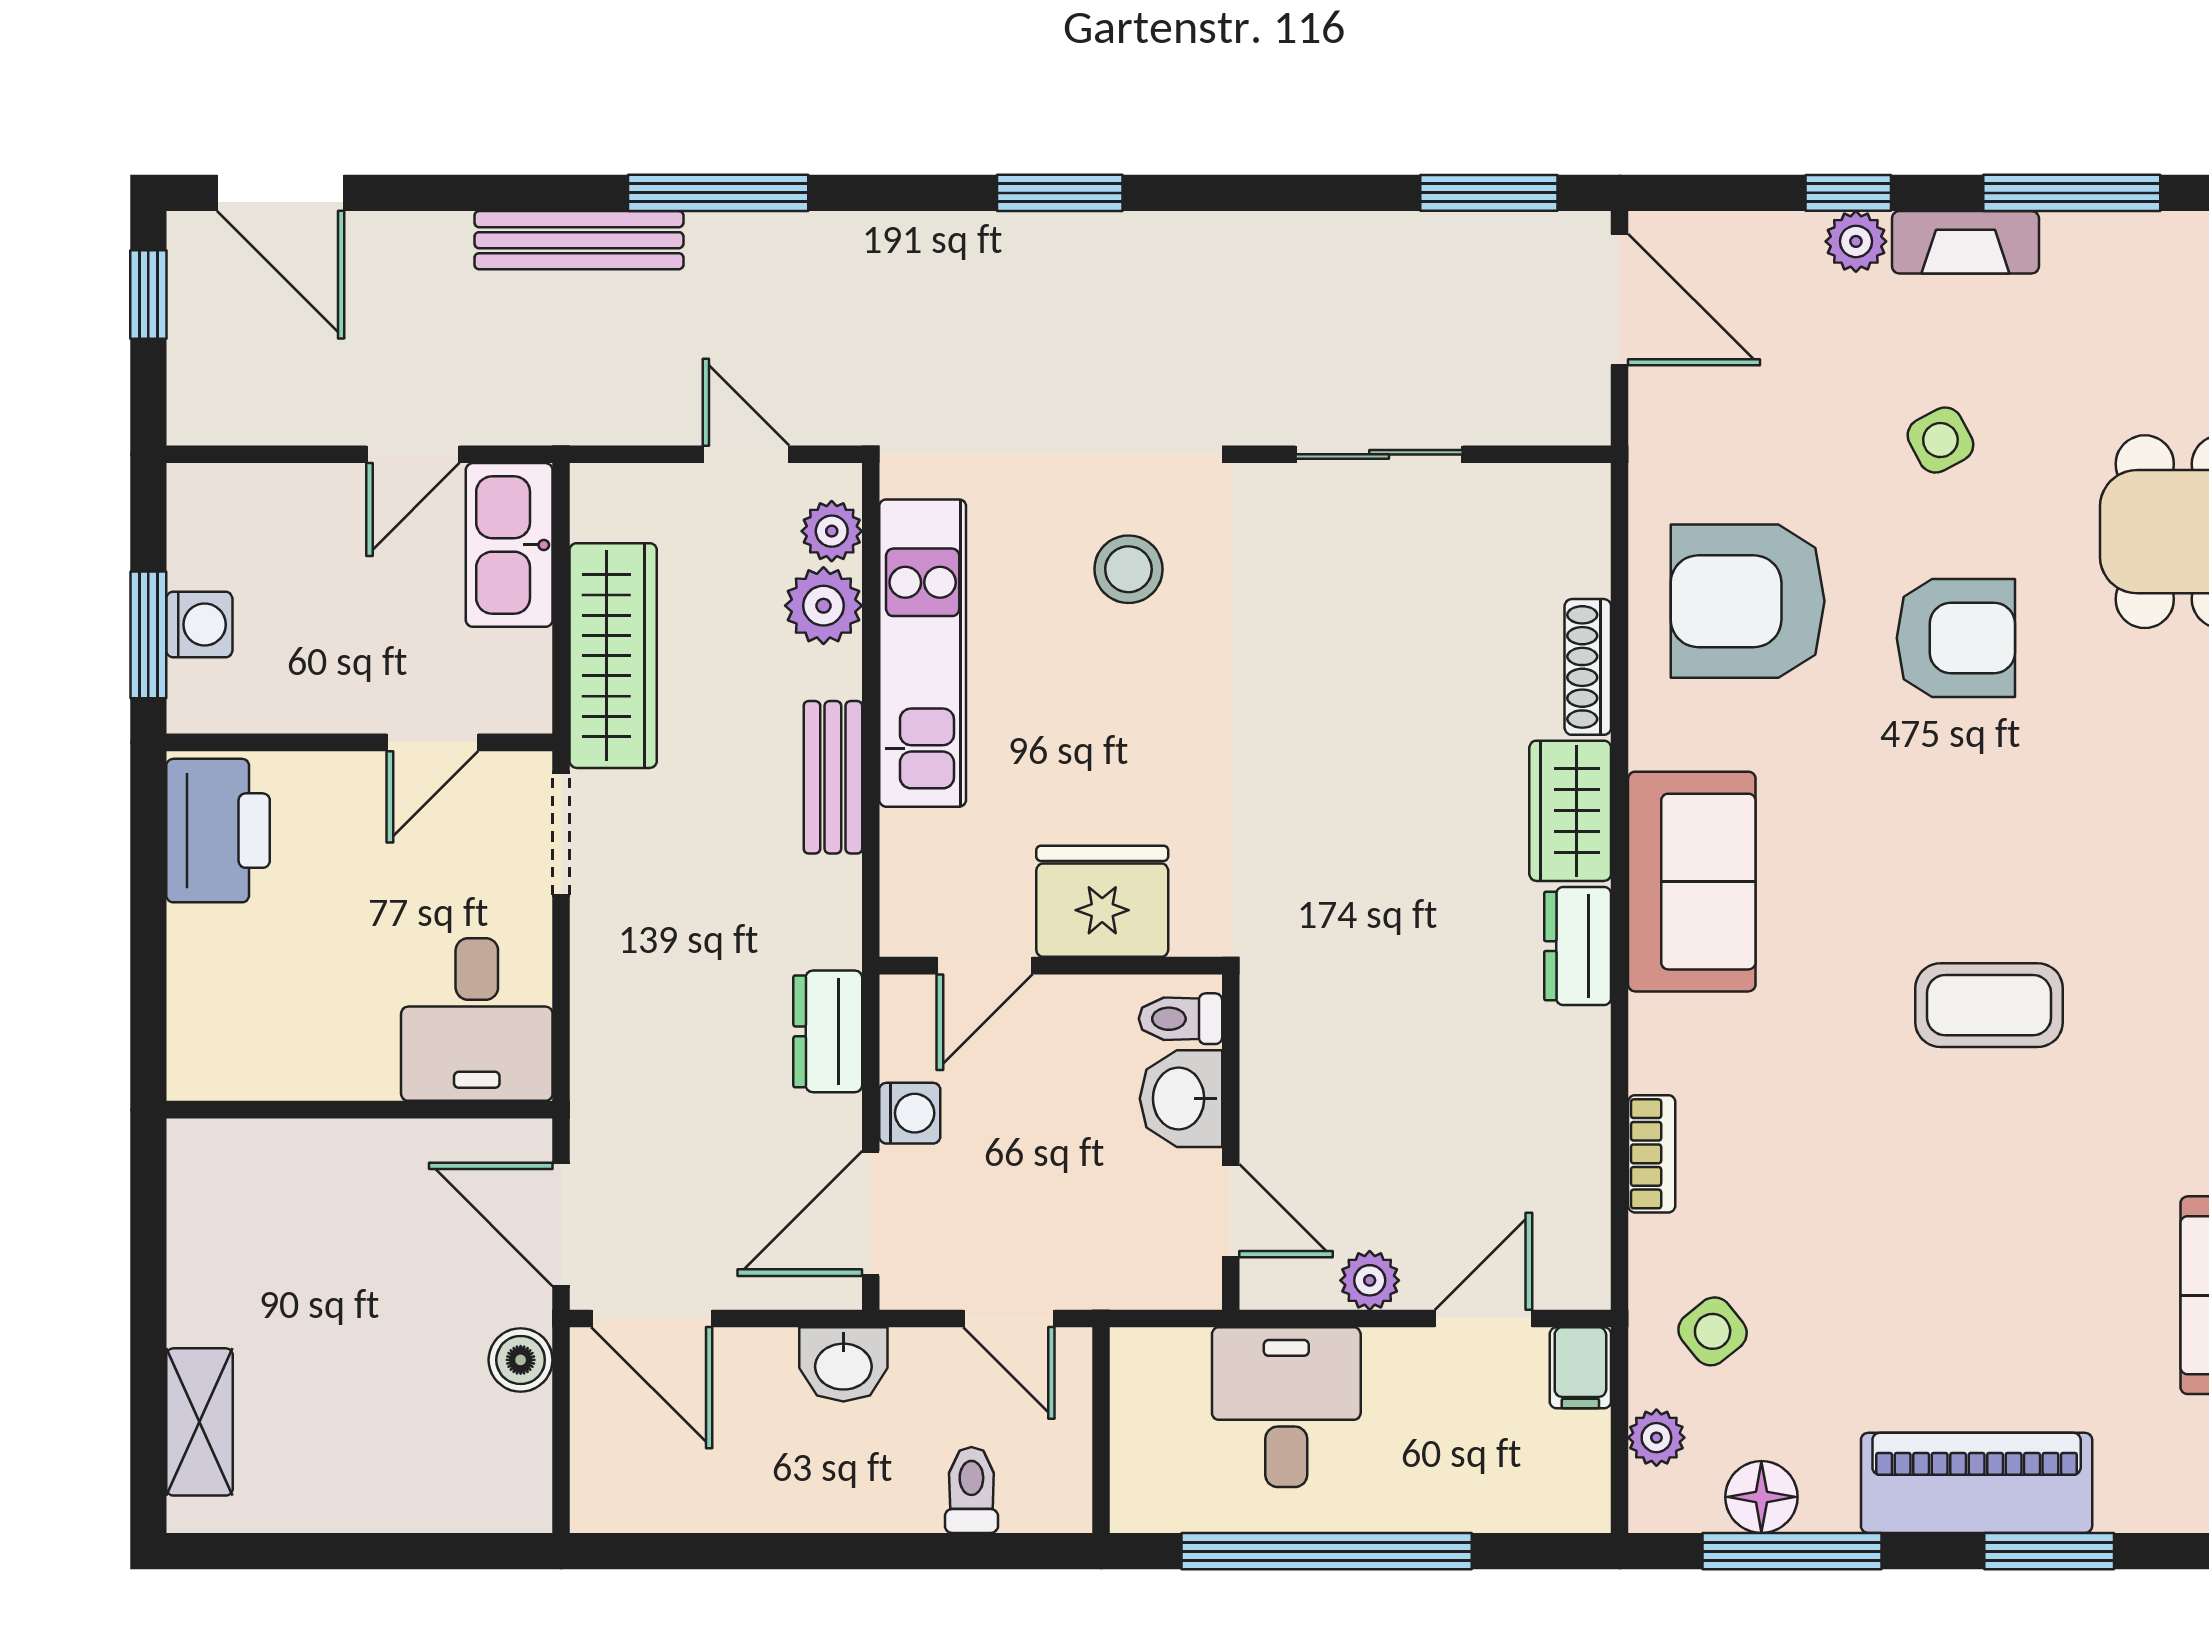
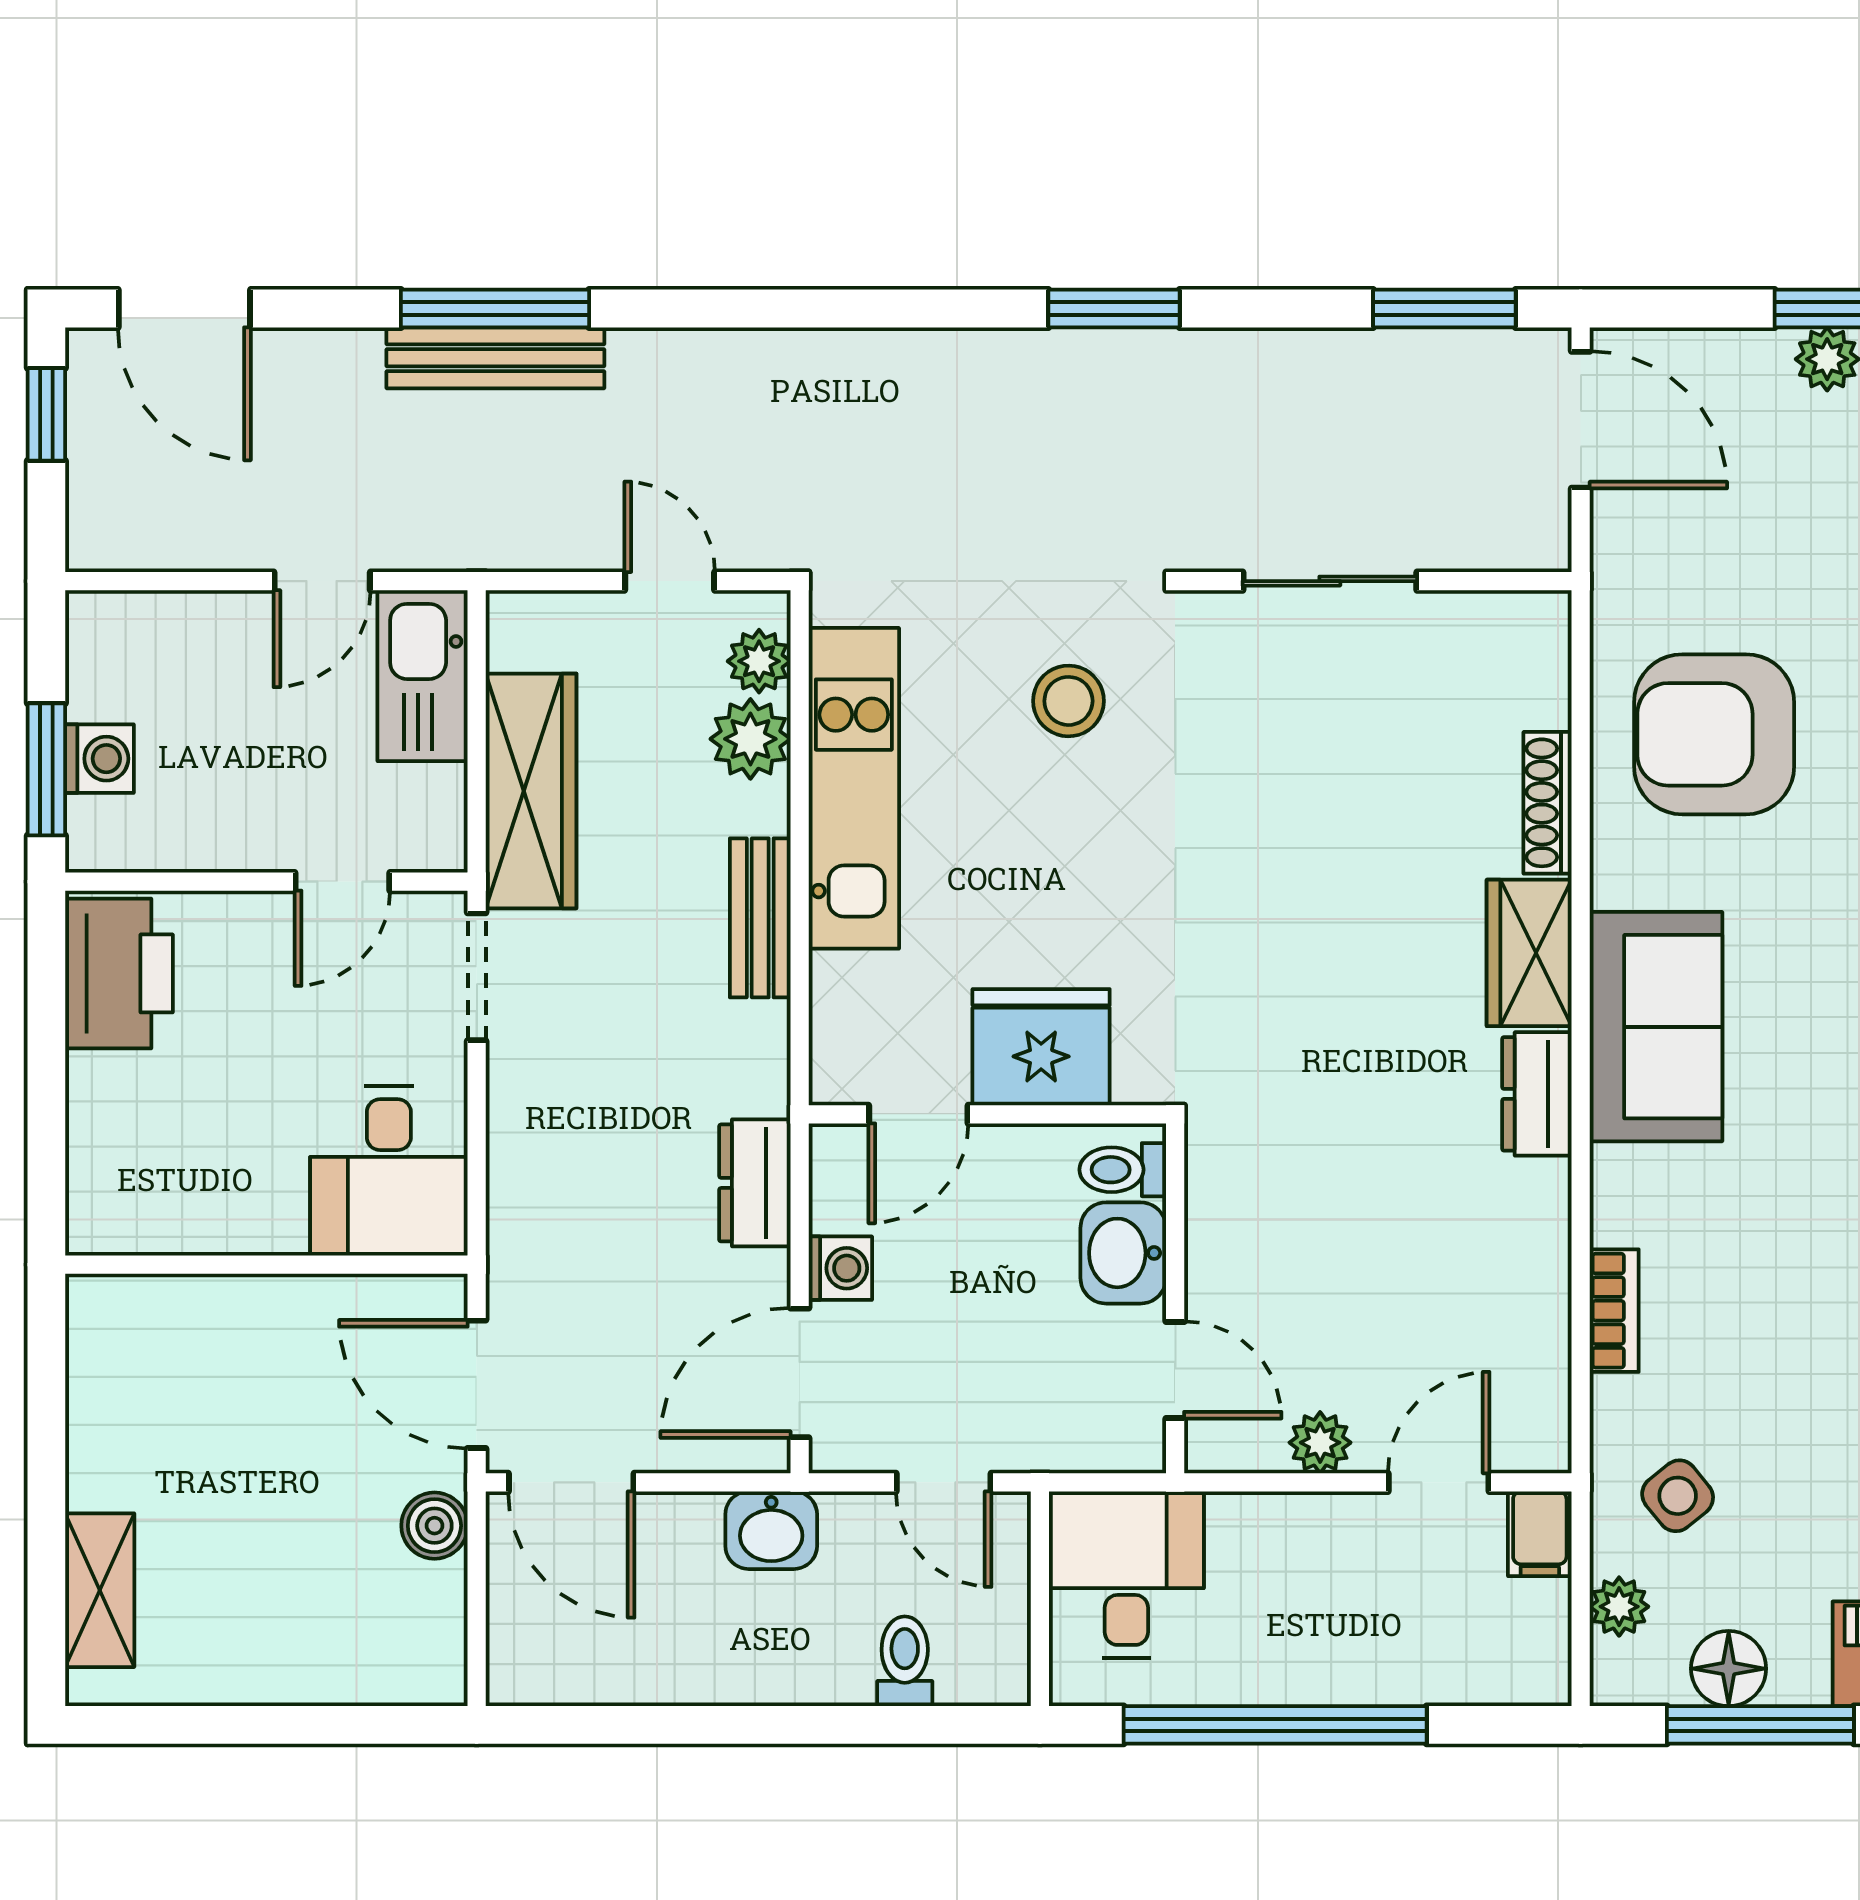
window: (718, 193) -> (495, 308), moved
window: (1060, 193) -> (1114, 308), moved
desk: (1286, 1407) -> (1126, 1575), moved

